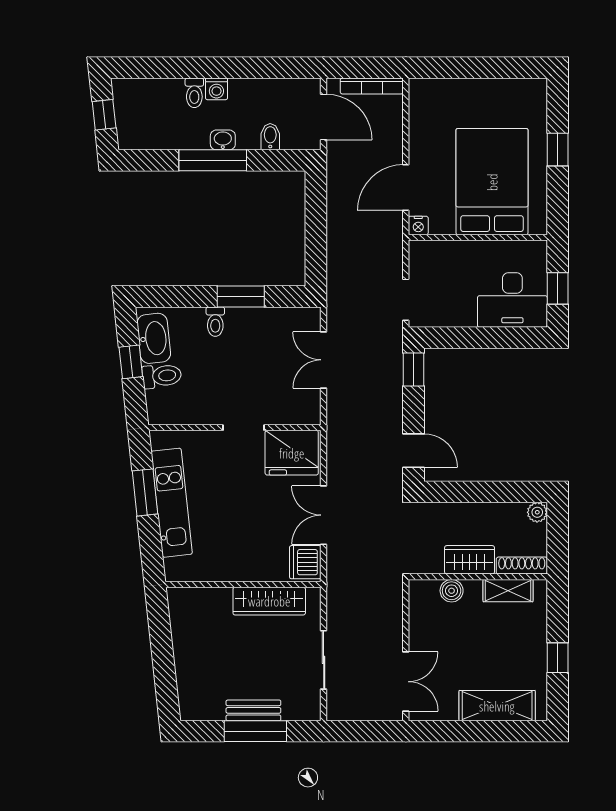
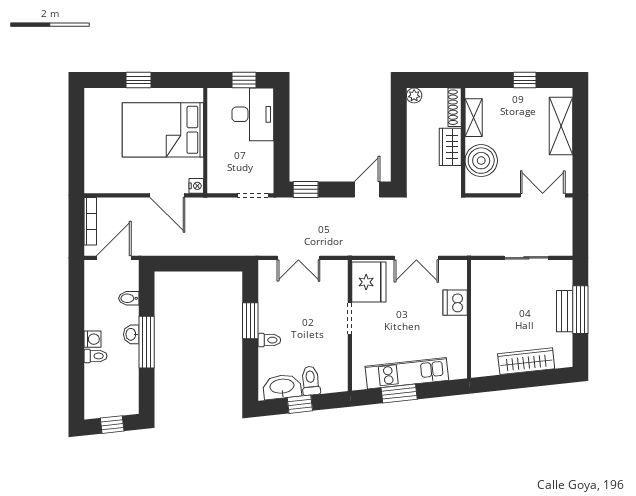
dishwasher: (305, 562) -> (455, 303), moved, turned 90
boiler: (452, 591) -> (481, 161), width x1.86, depth x1.86
wardrobe: (269, 601) -> (526, 361), moved, turned -96

